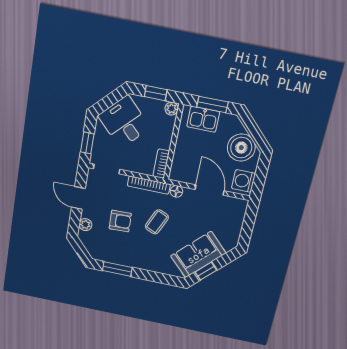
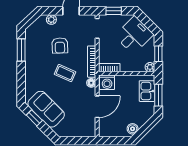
boiler: (241, 148) -> (133, 129), width x0.54, depth x0.54
washing machine: (243, 181) -> (107, 82), moved, turned 180

